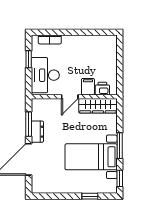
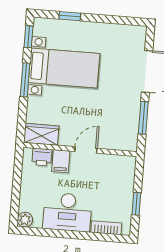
plant: (111, 41) -> (25, 220), added
desk: (45, 75) -> (67, 212), moved, turned 90
wardrobe: (98, 106) -> (41, 134), width x0.67
dresser: (37, 132) -> (133, 107), removed

